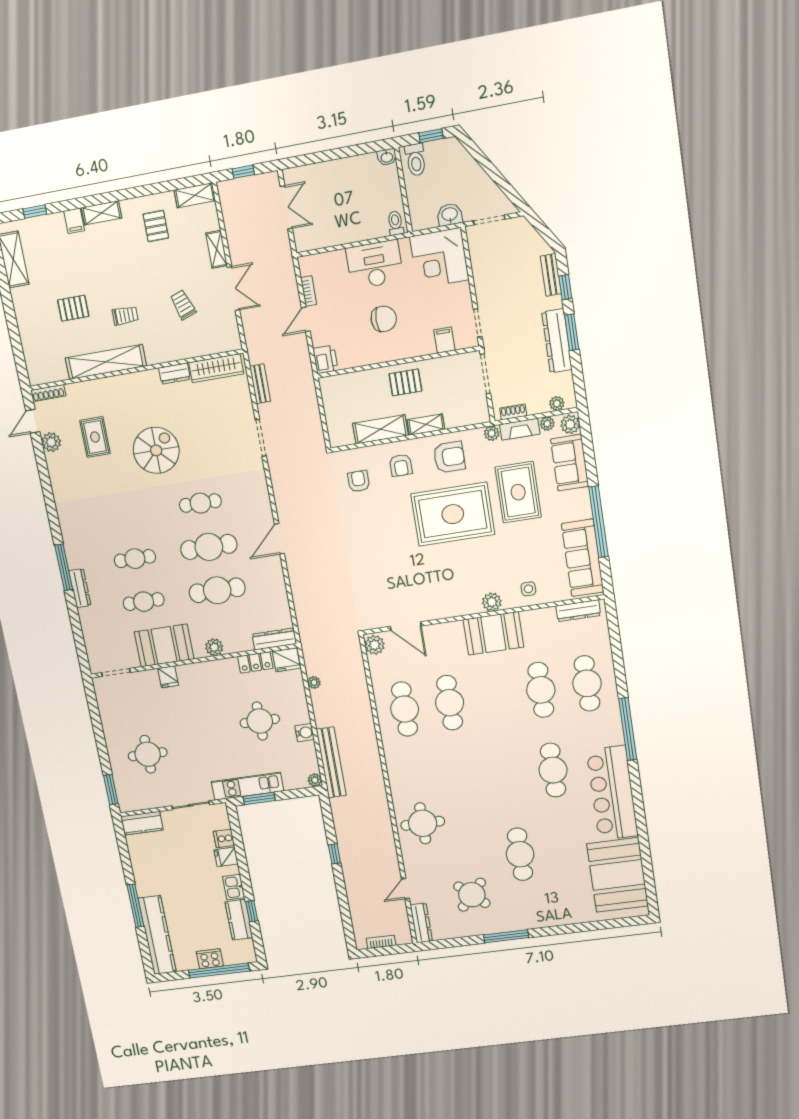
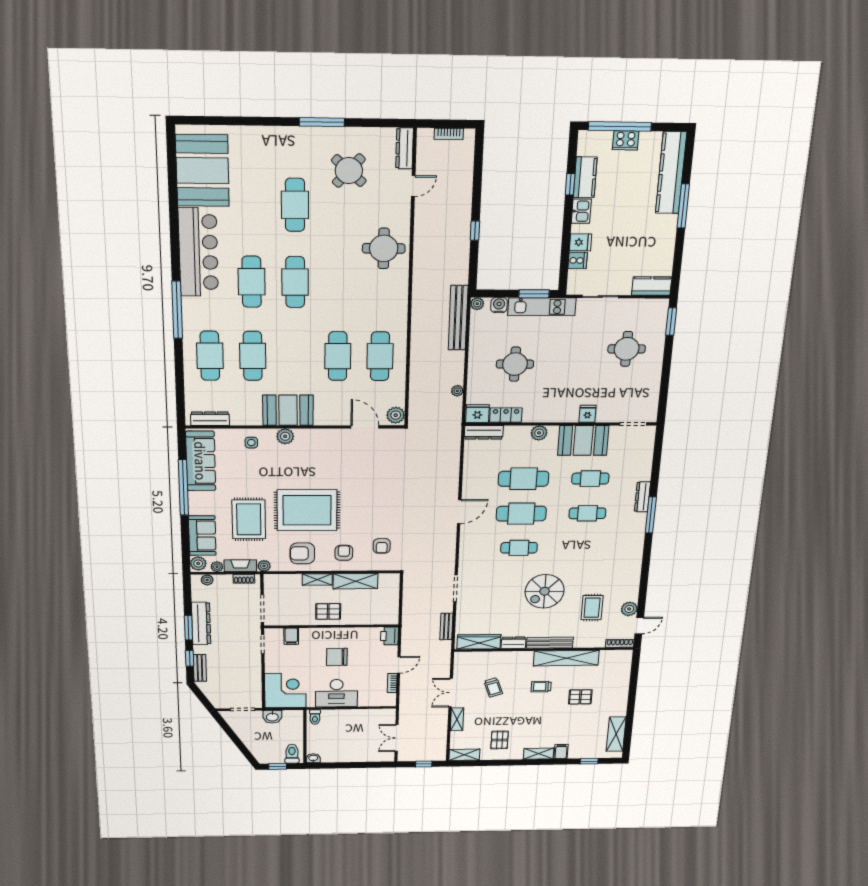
bench: (131, 381) -> (550, 643), added
water cooler: (305, 733) -> (499, 305), moved, turned 90
cafe table: (508, 776) -> (295, 282), added

